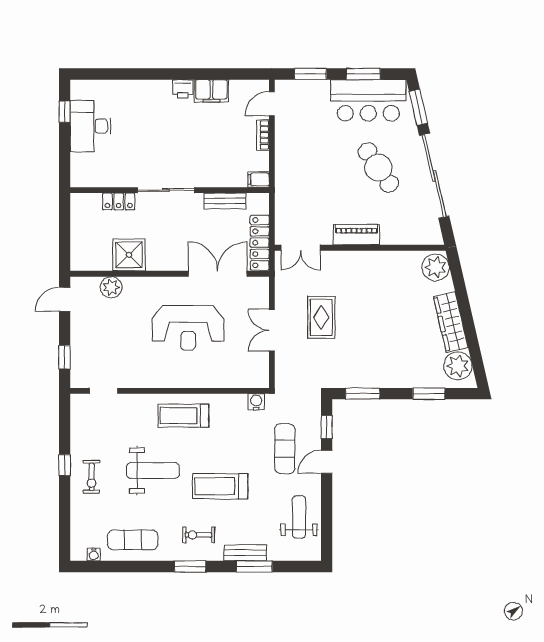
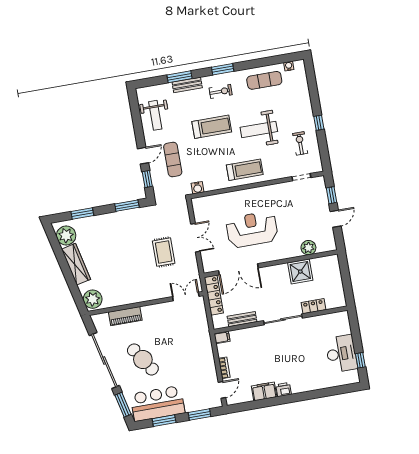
piano: (356, 235) -> (125, 316), moved
door: (65, 299) -> (336, 219), moved
exercise bike: (92, 477) -> (300, 143), moved

